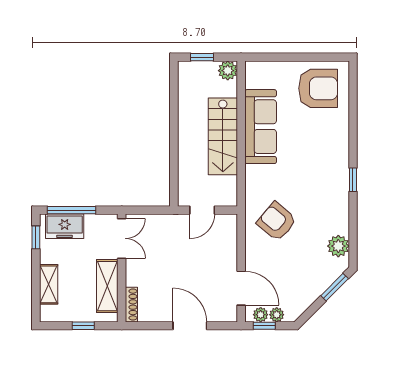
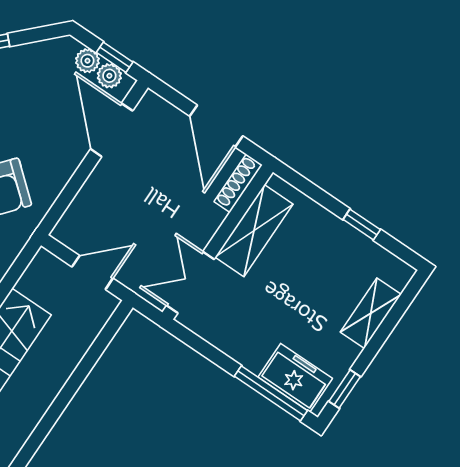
double door: (122, 238) -> (190, 282), moved
wall: (122, 268) -> (218, 242), moved
shelving: (107, 286) -> (254, 231), moved
shoe rack: (131, 305) -> (238, 183), moved

